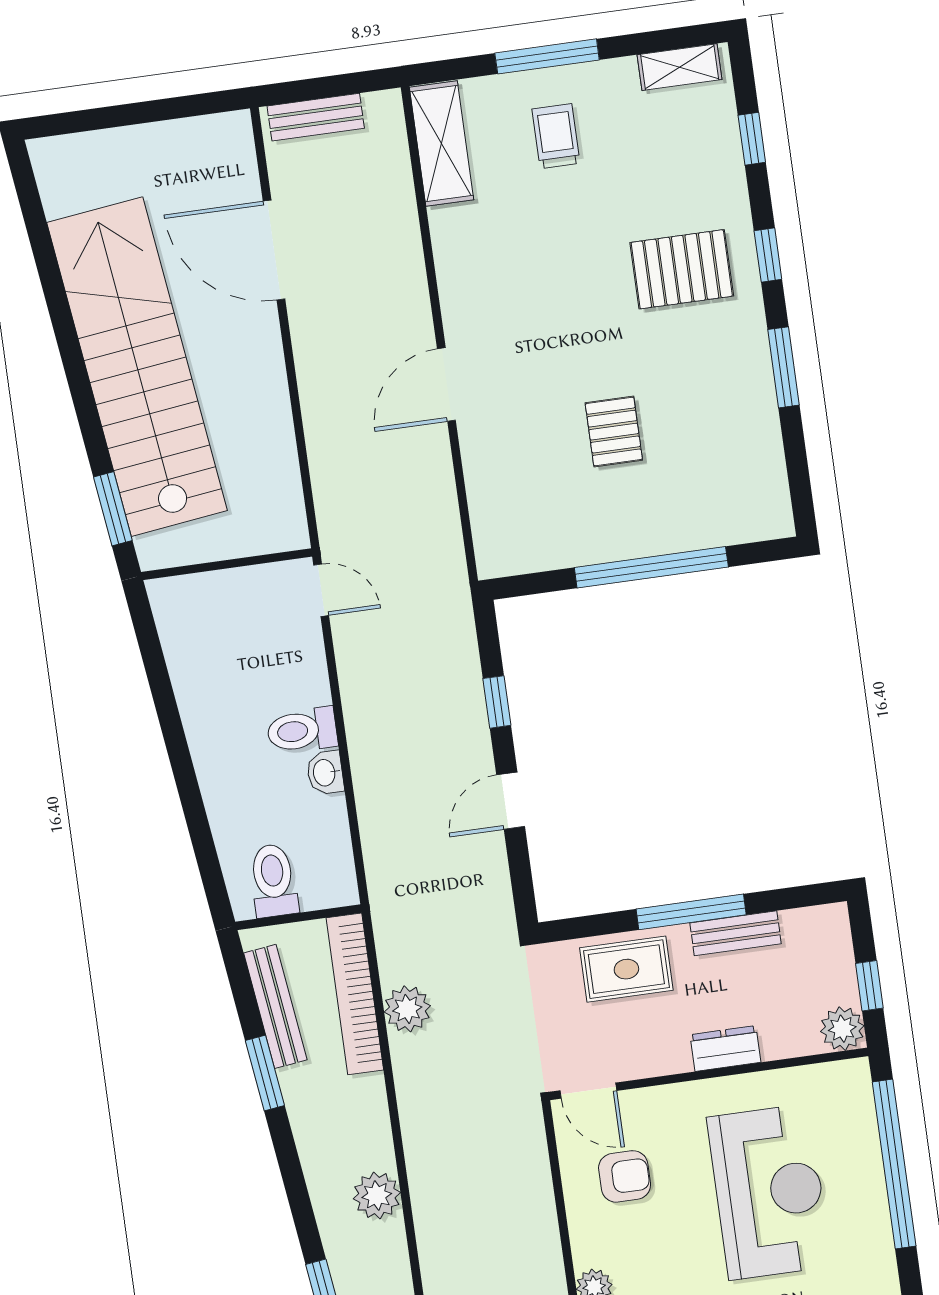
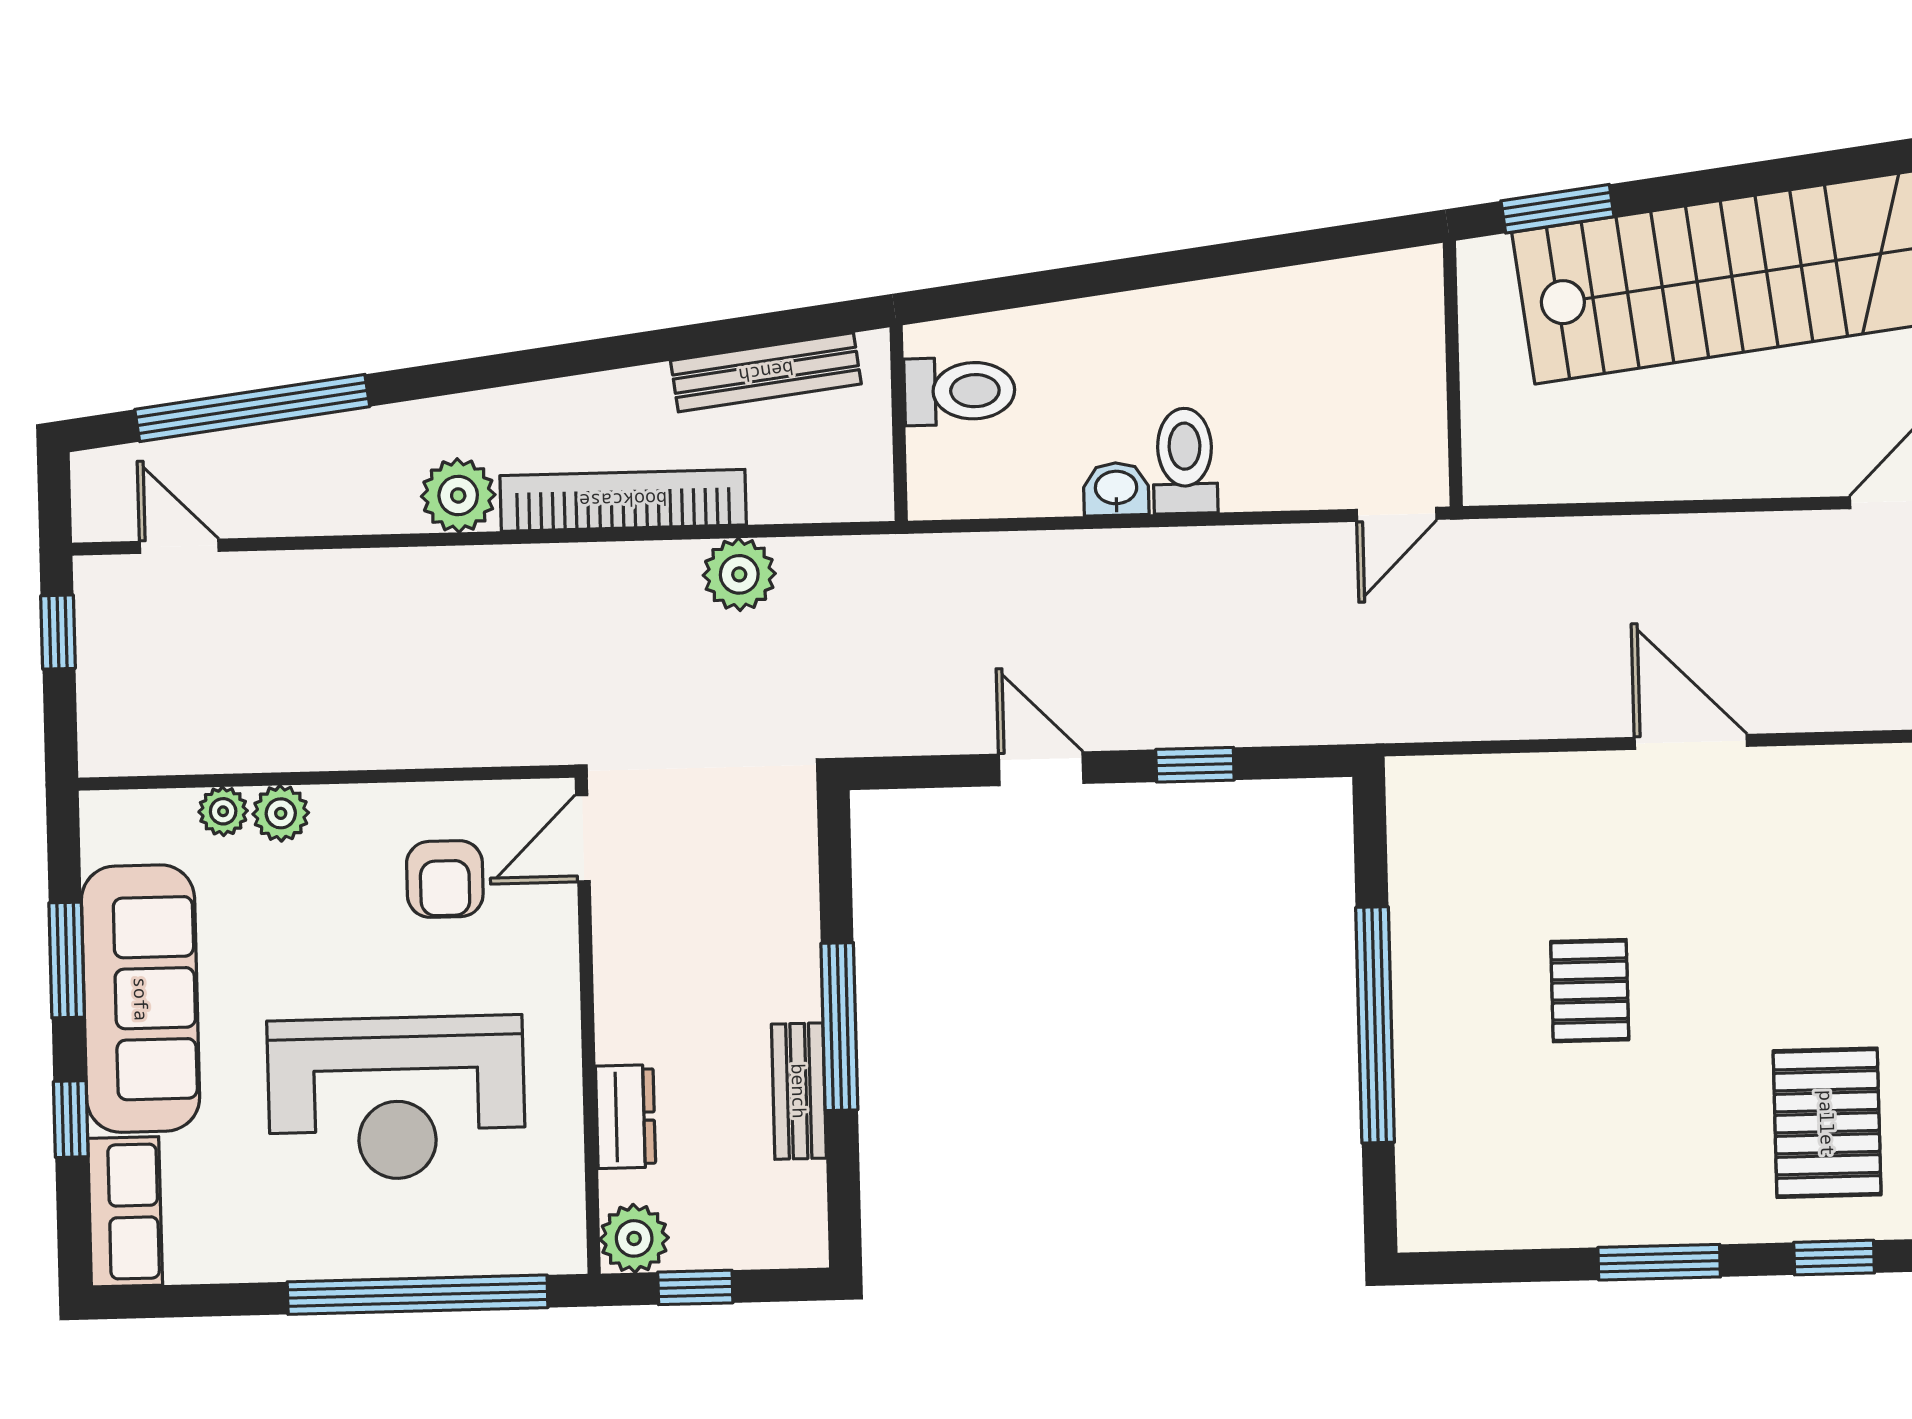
pallet: (614, 432) -> (1590, 991), turned 90
rug: (626, 969) -> (763, 917), removed
bookcase: (355, 994) -> (623, 500), moved
dresser: (725, 1048) -> (626, 1117), moved
window: (265, 1073) -> (666, 345), removed

